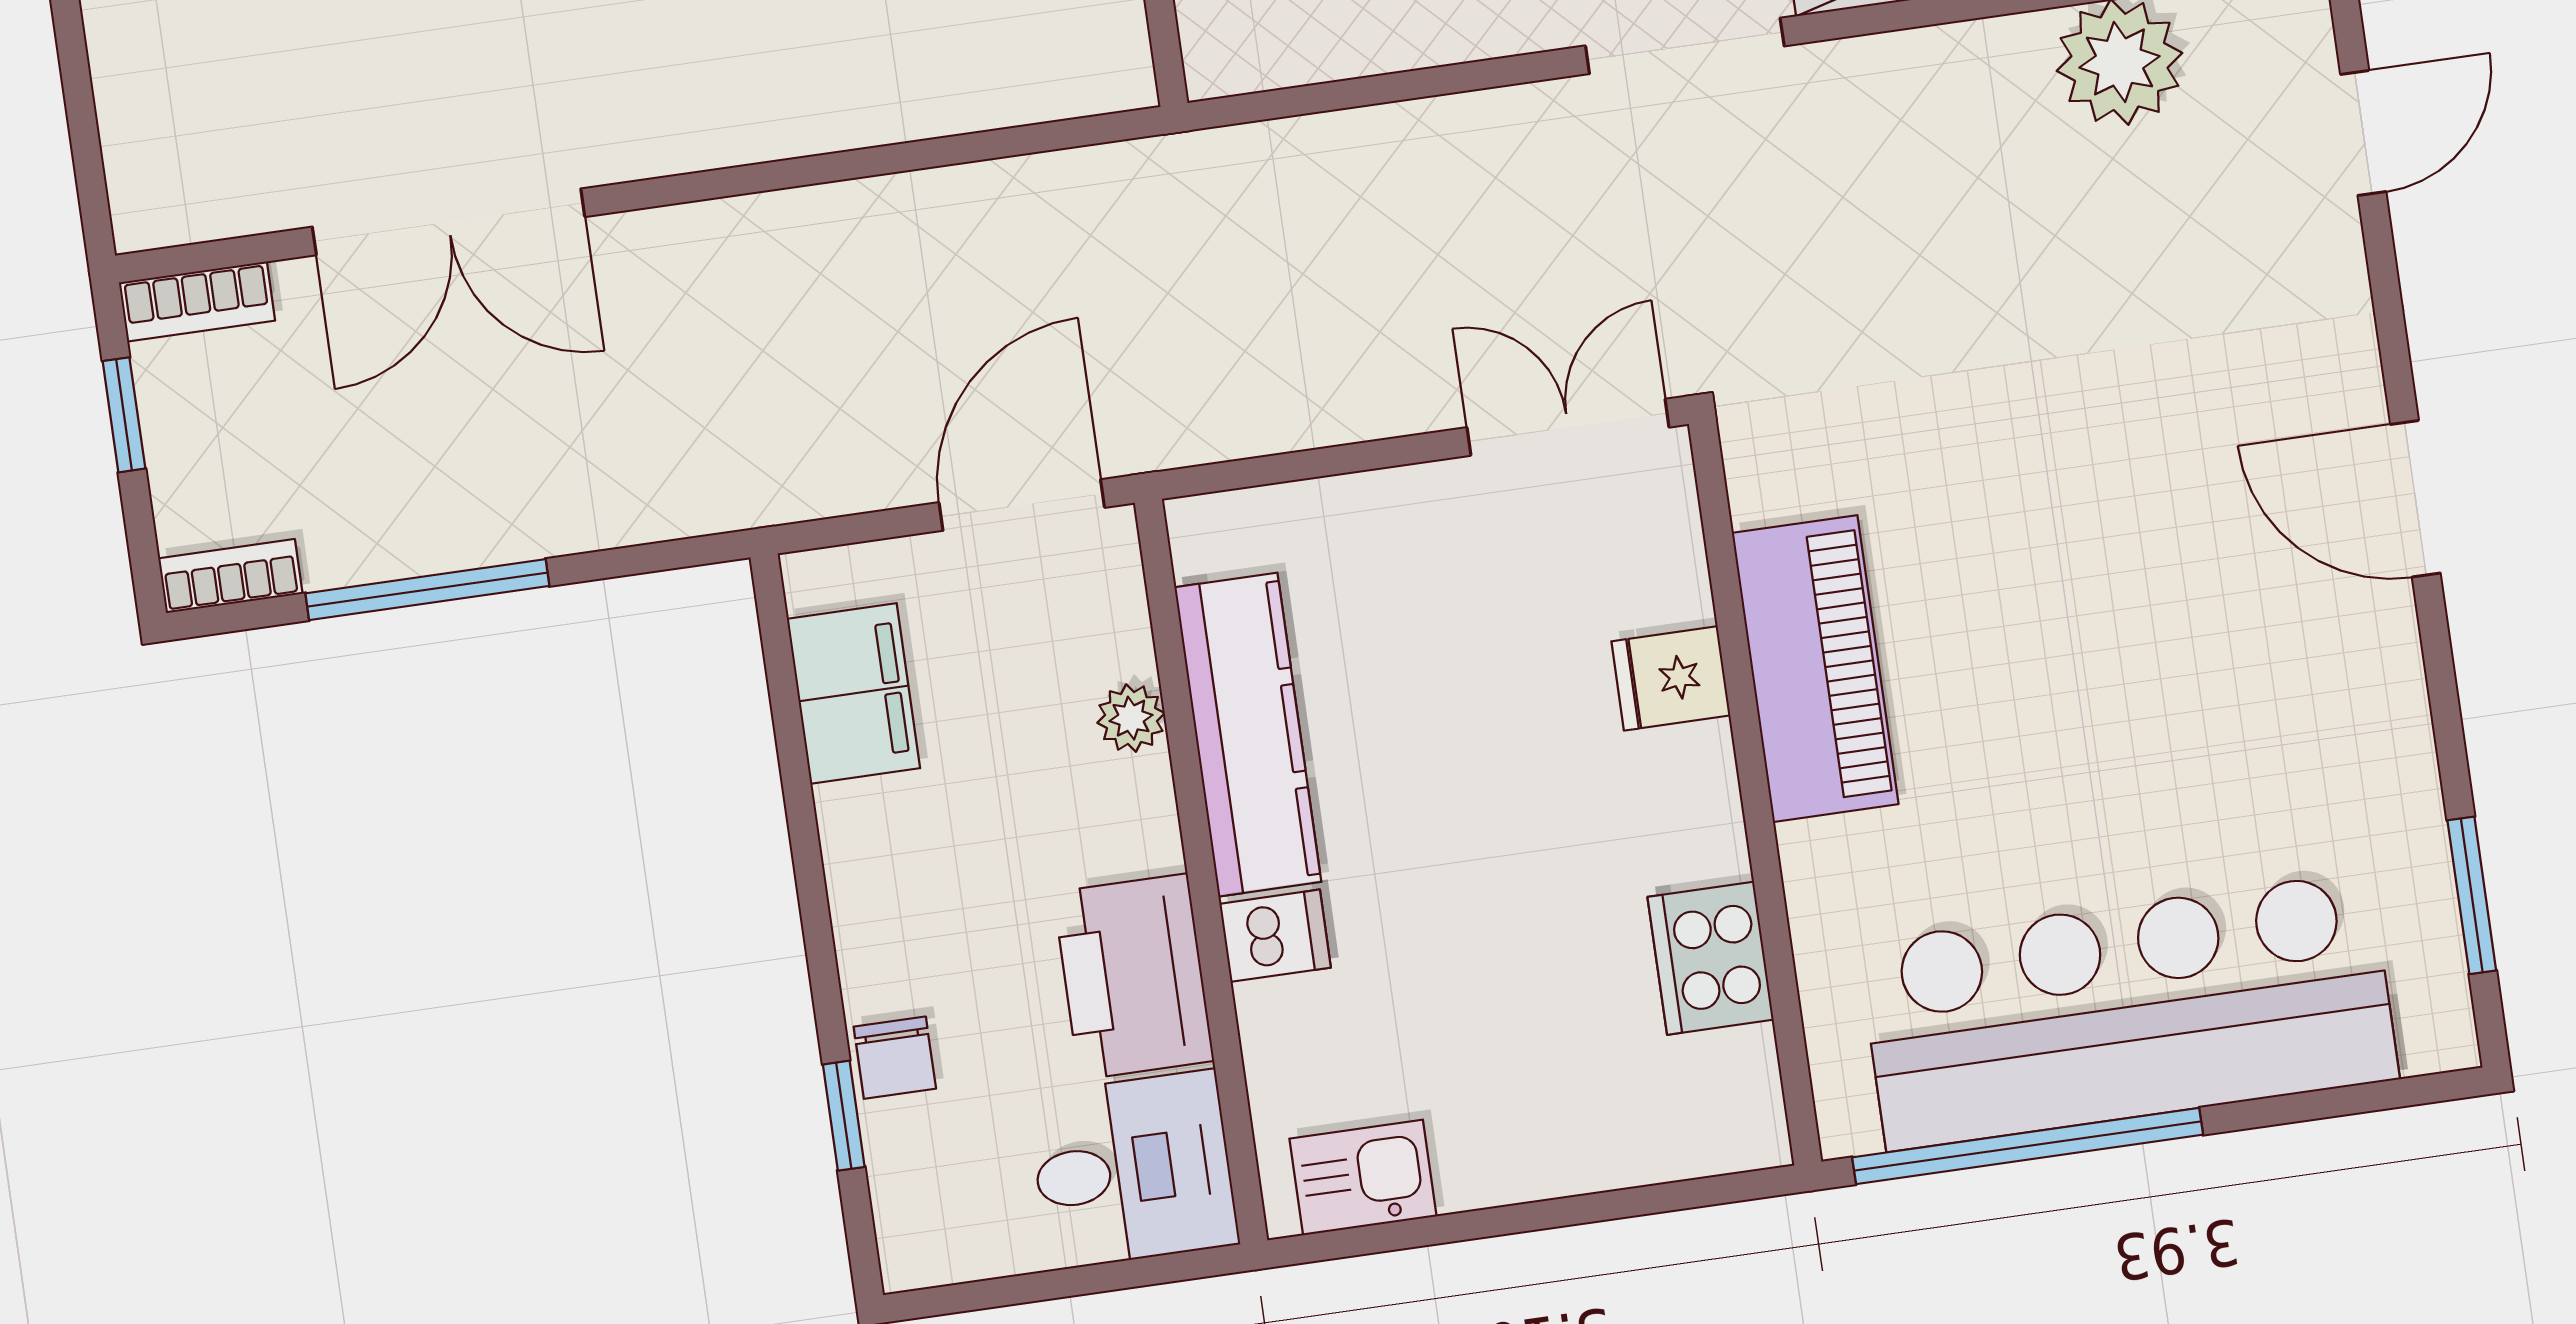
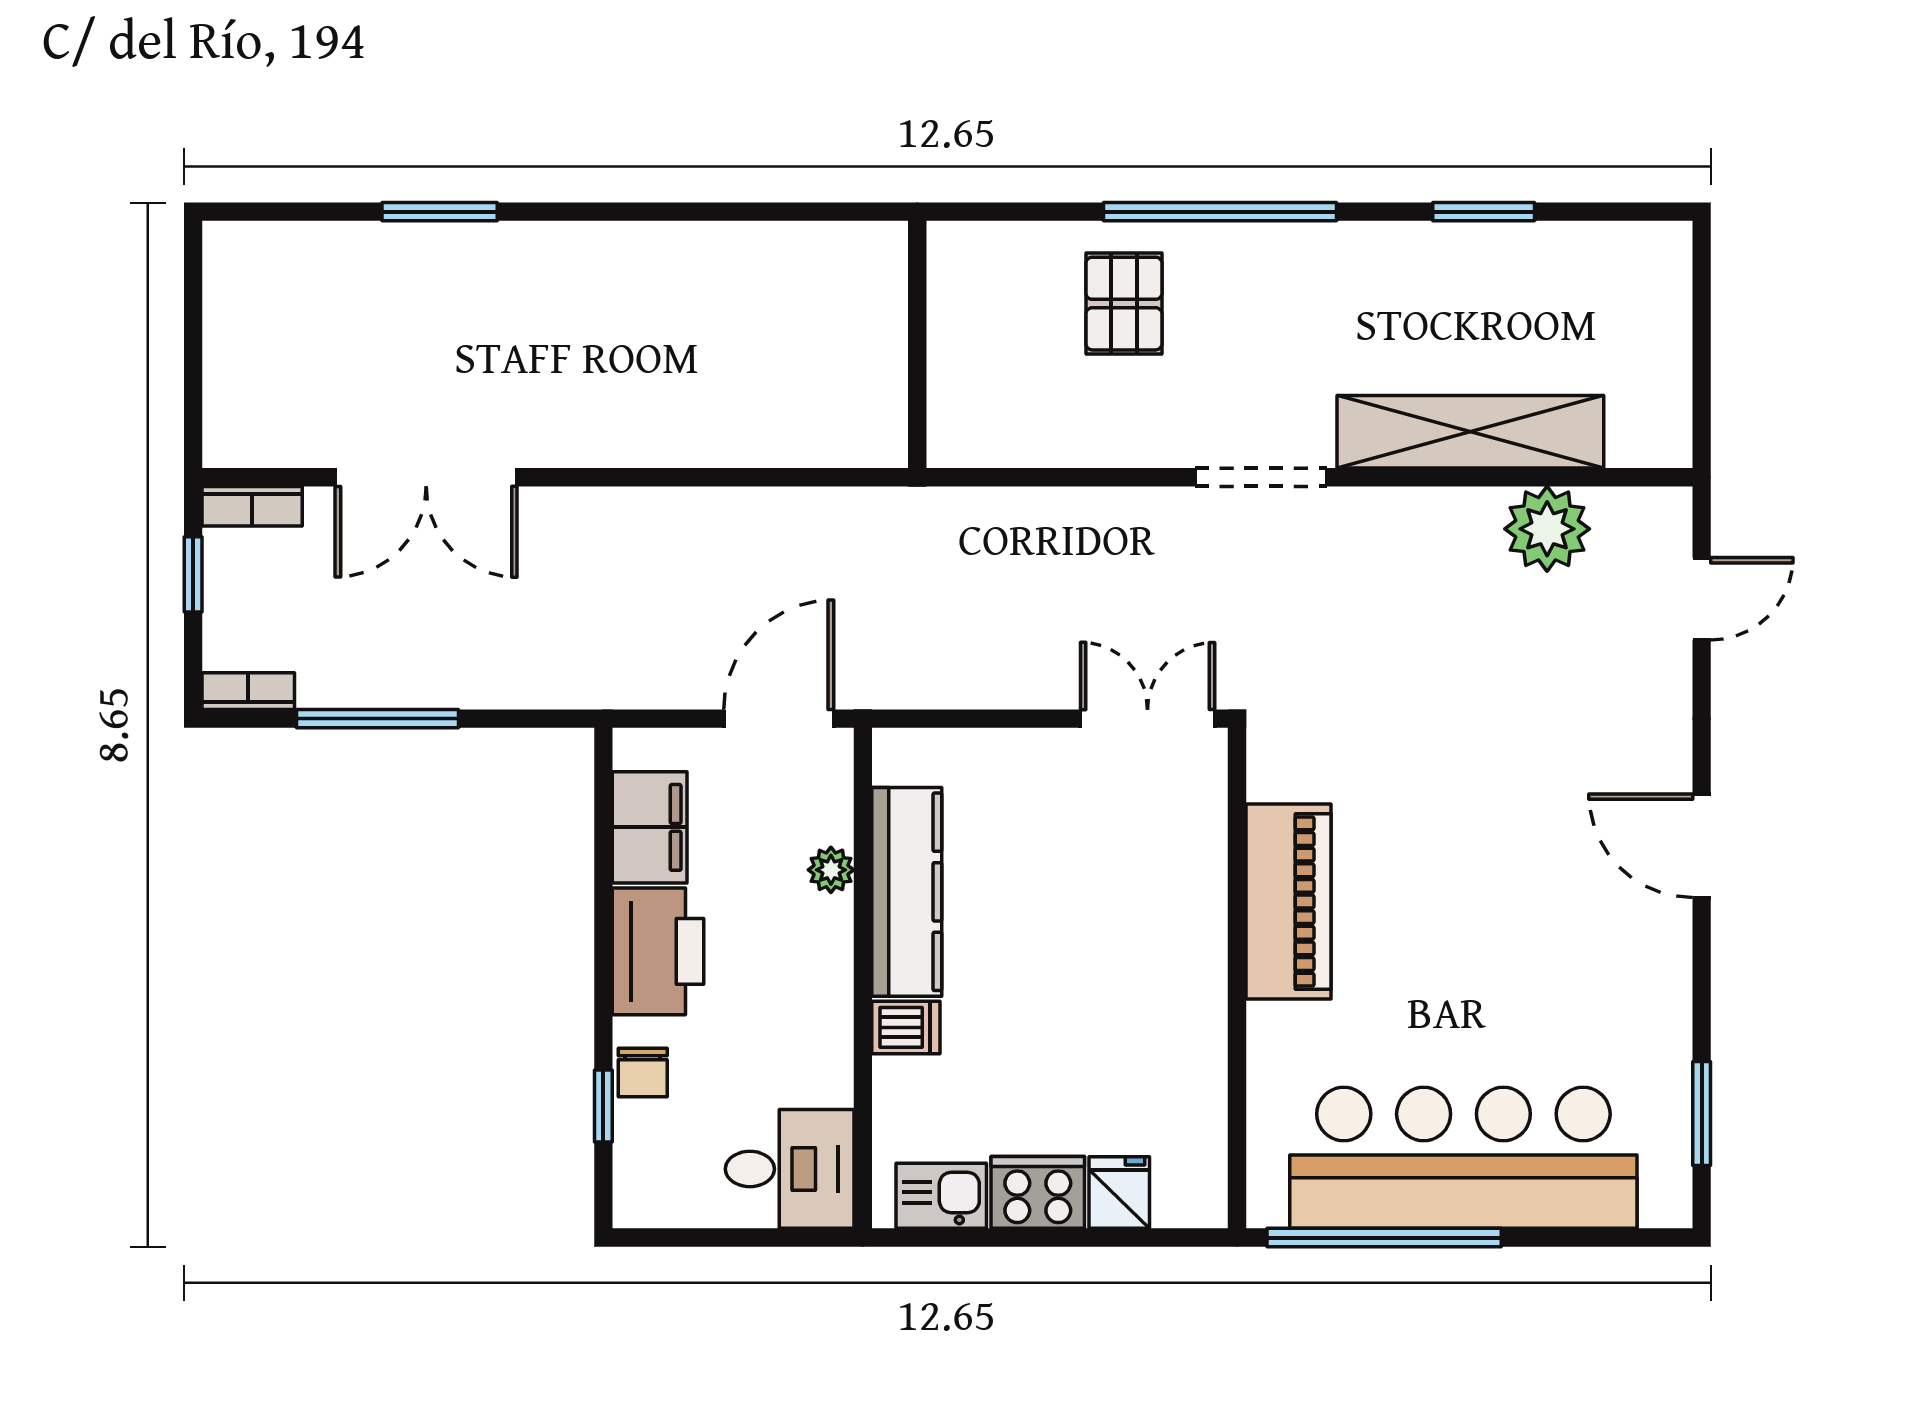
fridge: (1671, 678) -> (1119, 1193), moved, turned 90
cooker: (1711, 958) -> (1038, 1192), moved, turned 90
printer: (1133, 977) -> (658, 951), moved, turned 180

